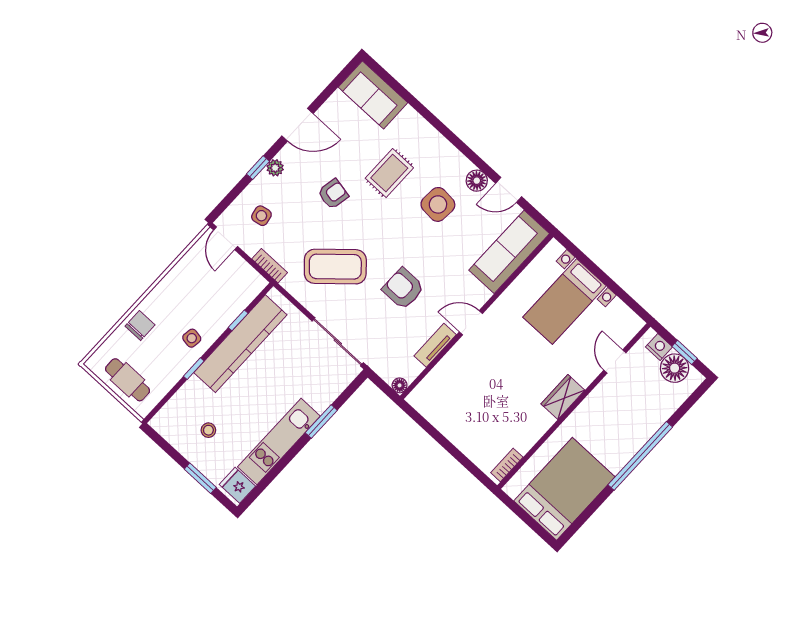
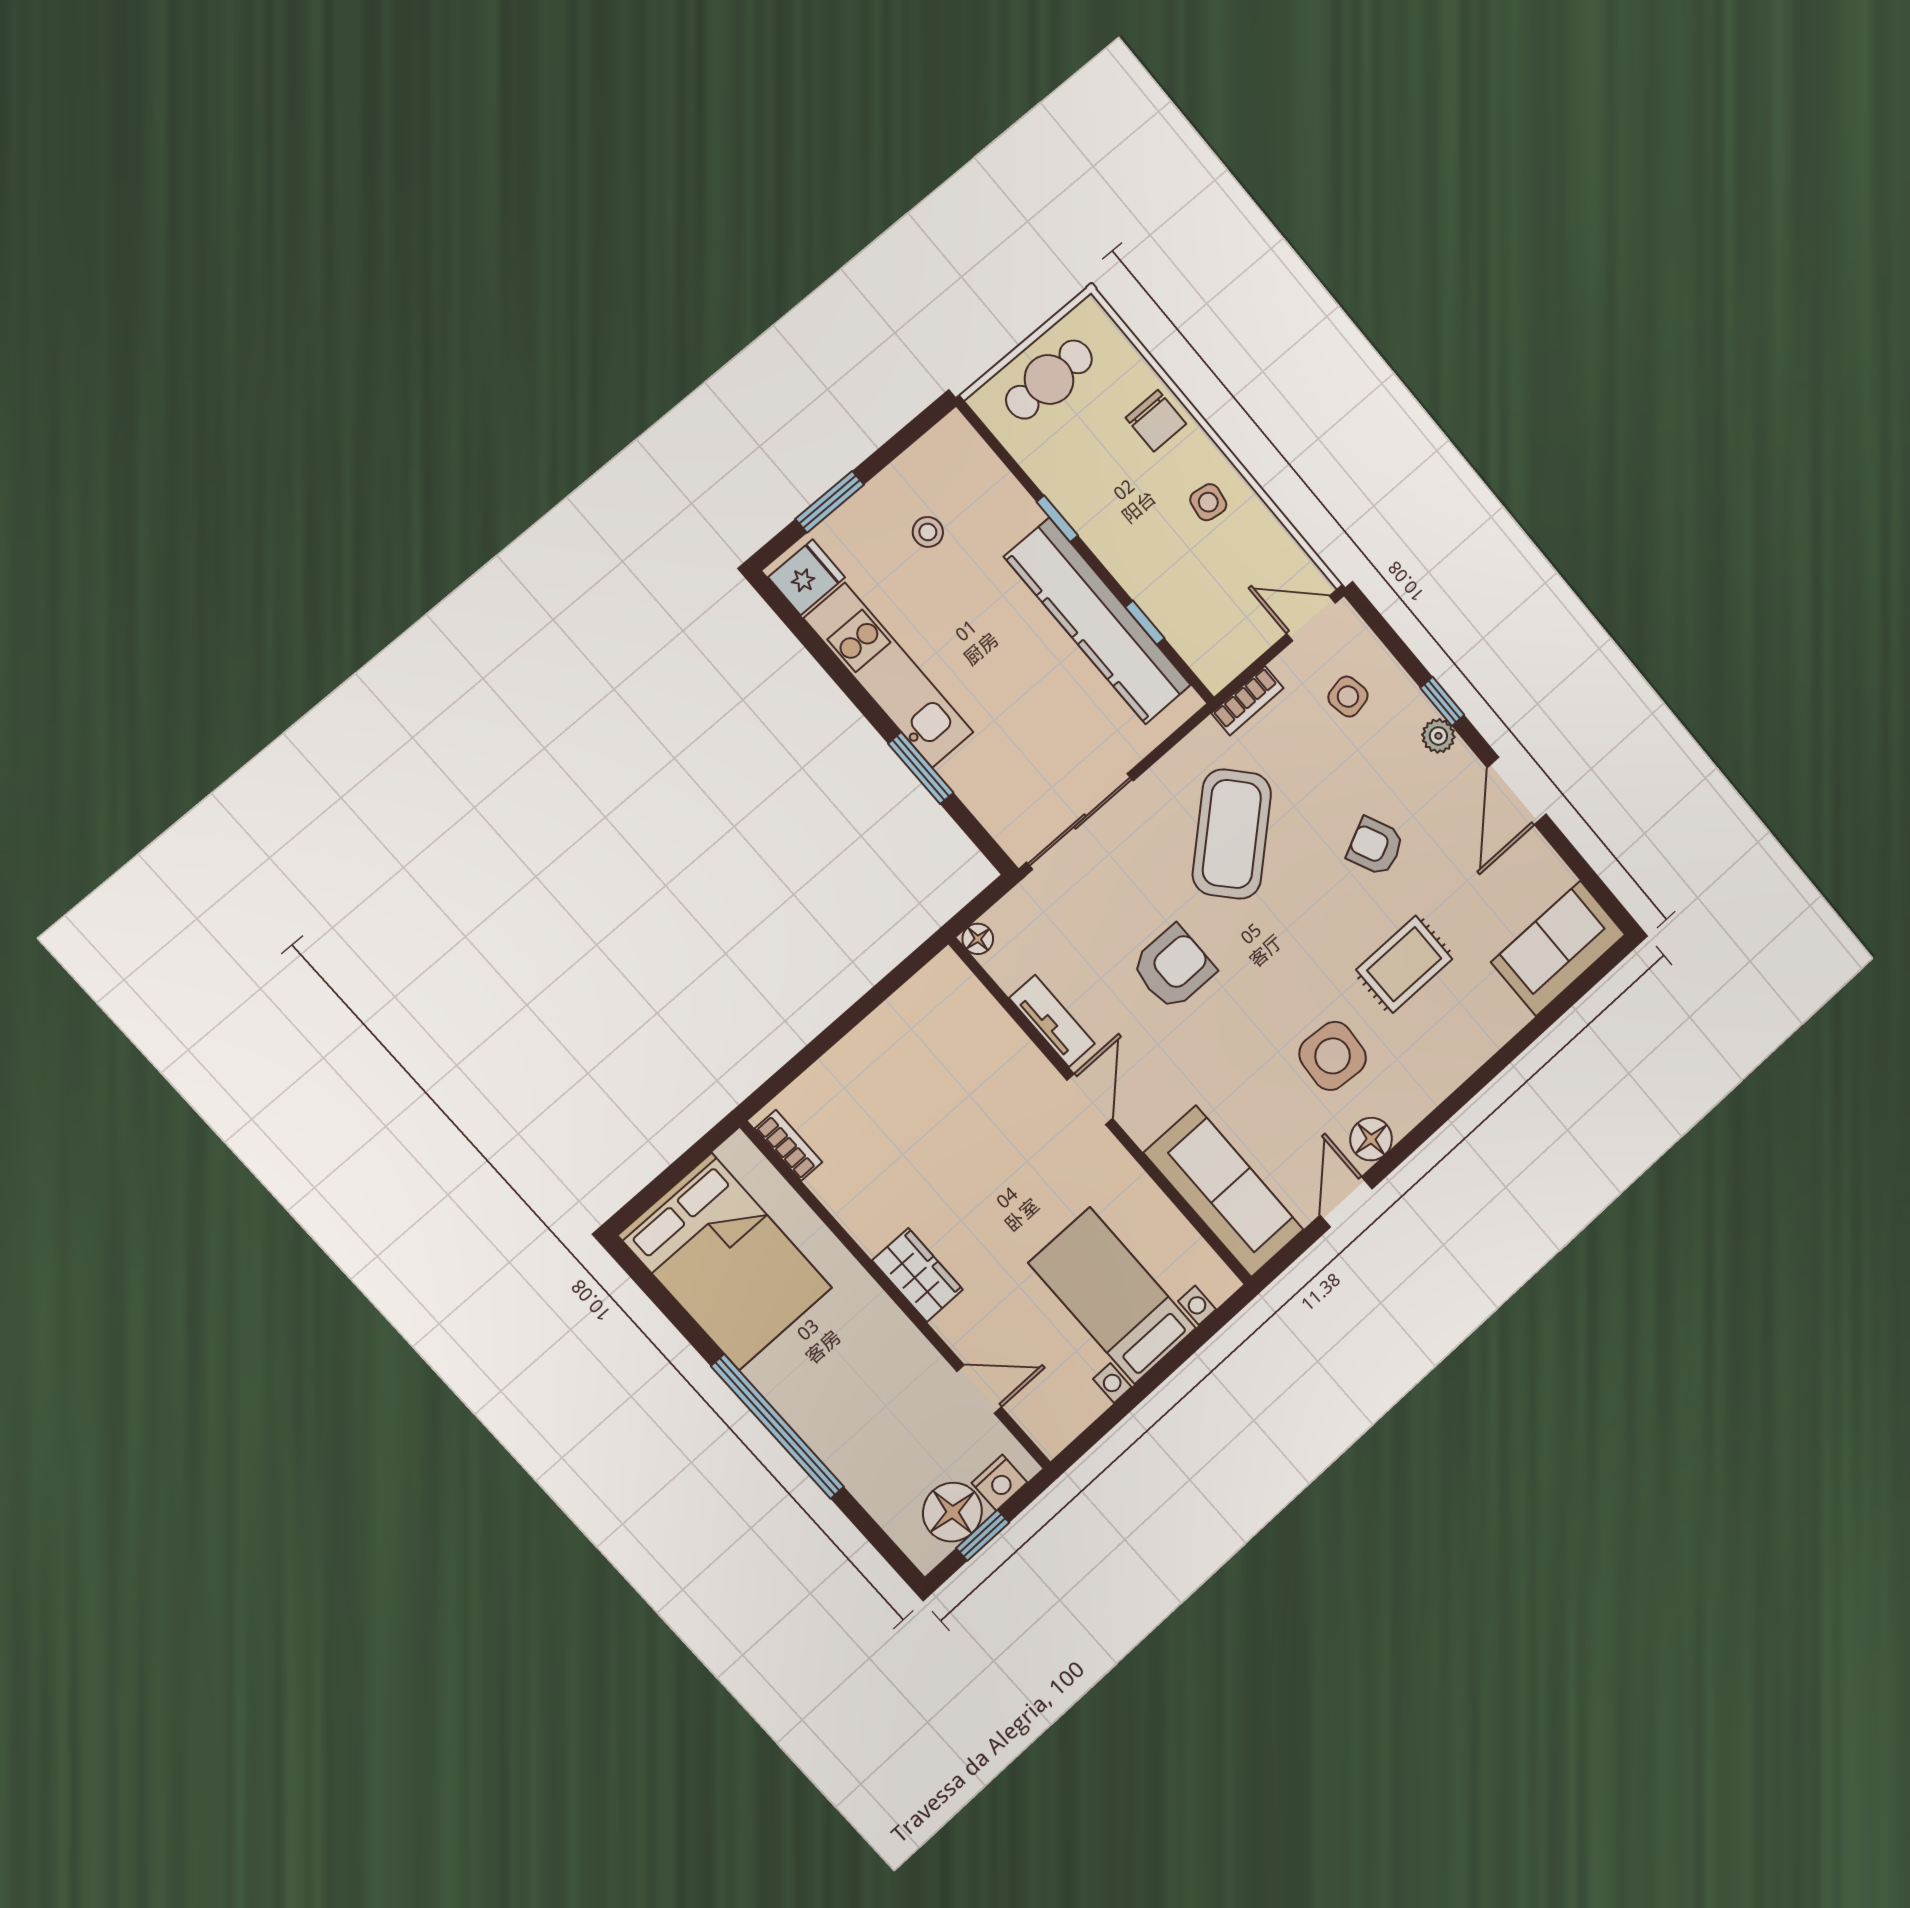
rug: (389, 173) -> (1404, 964), turned 90
armchair: (333, 194) -> (1375, 846), turned 144
side table: (192, 338) -> (1208, 502), moved

